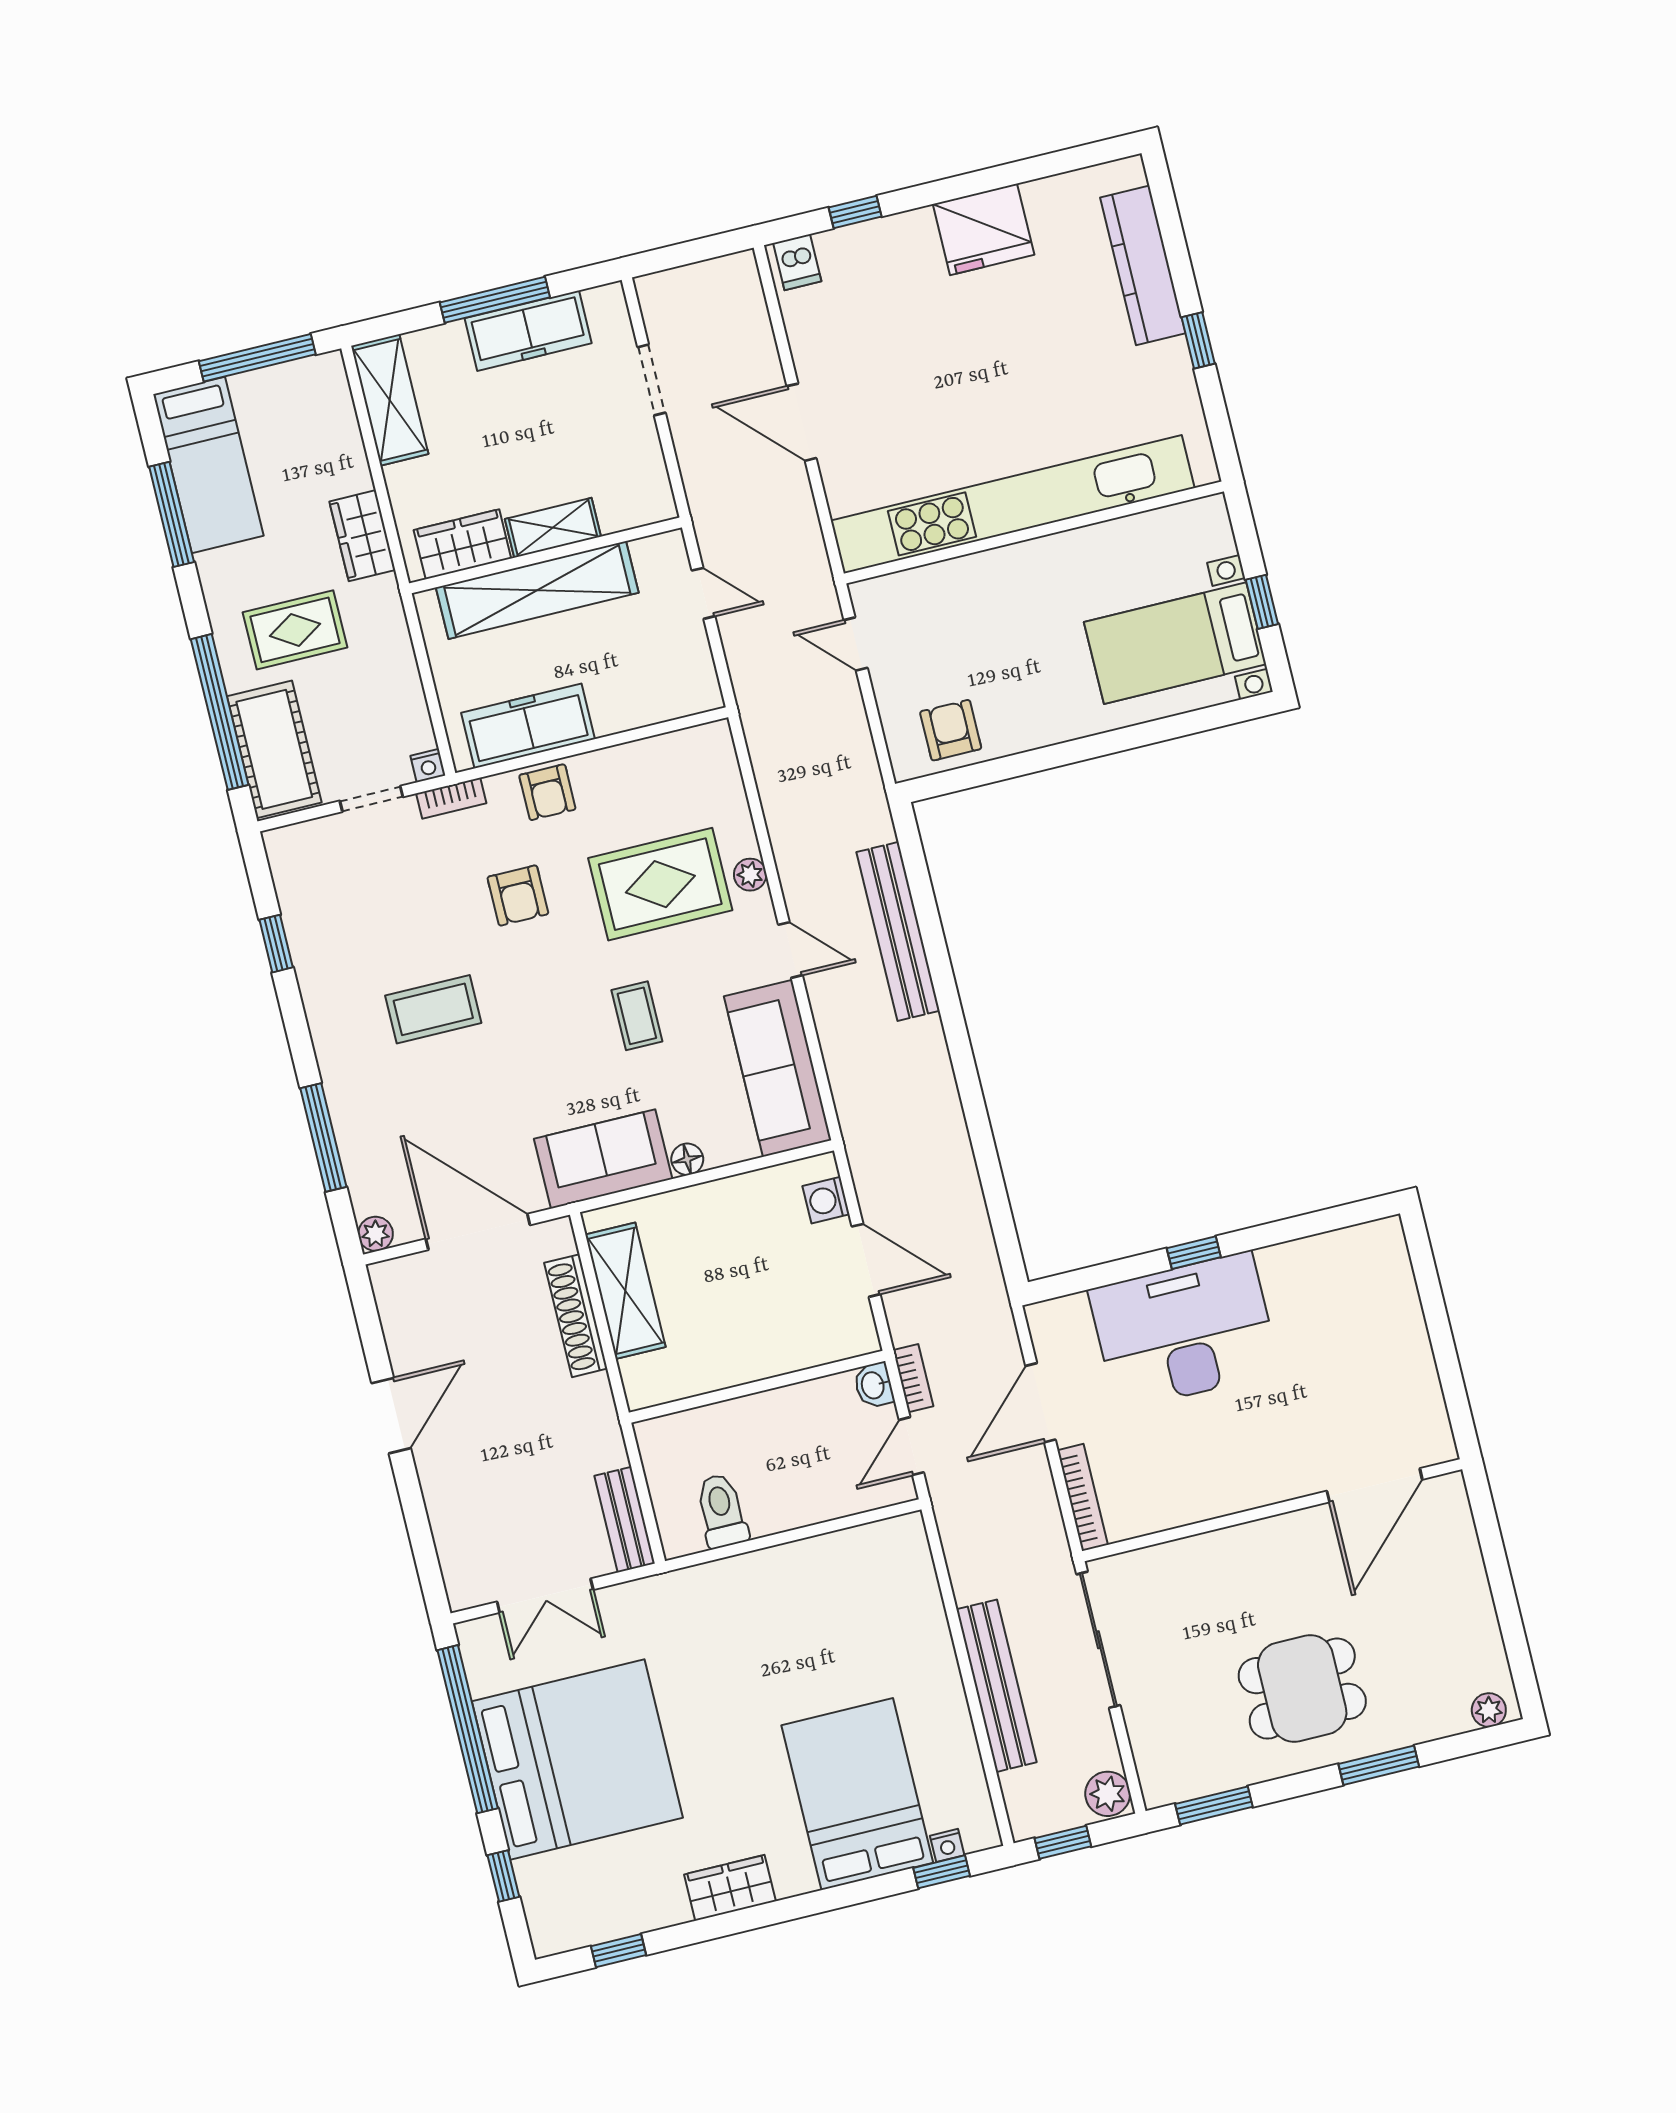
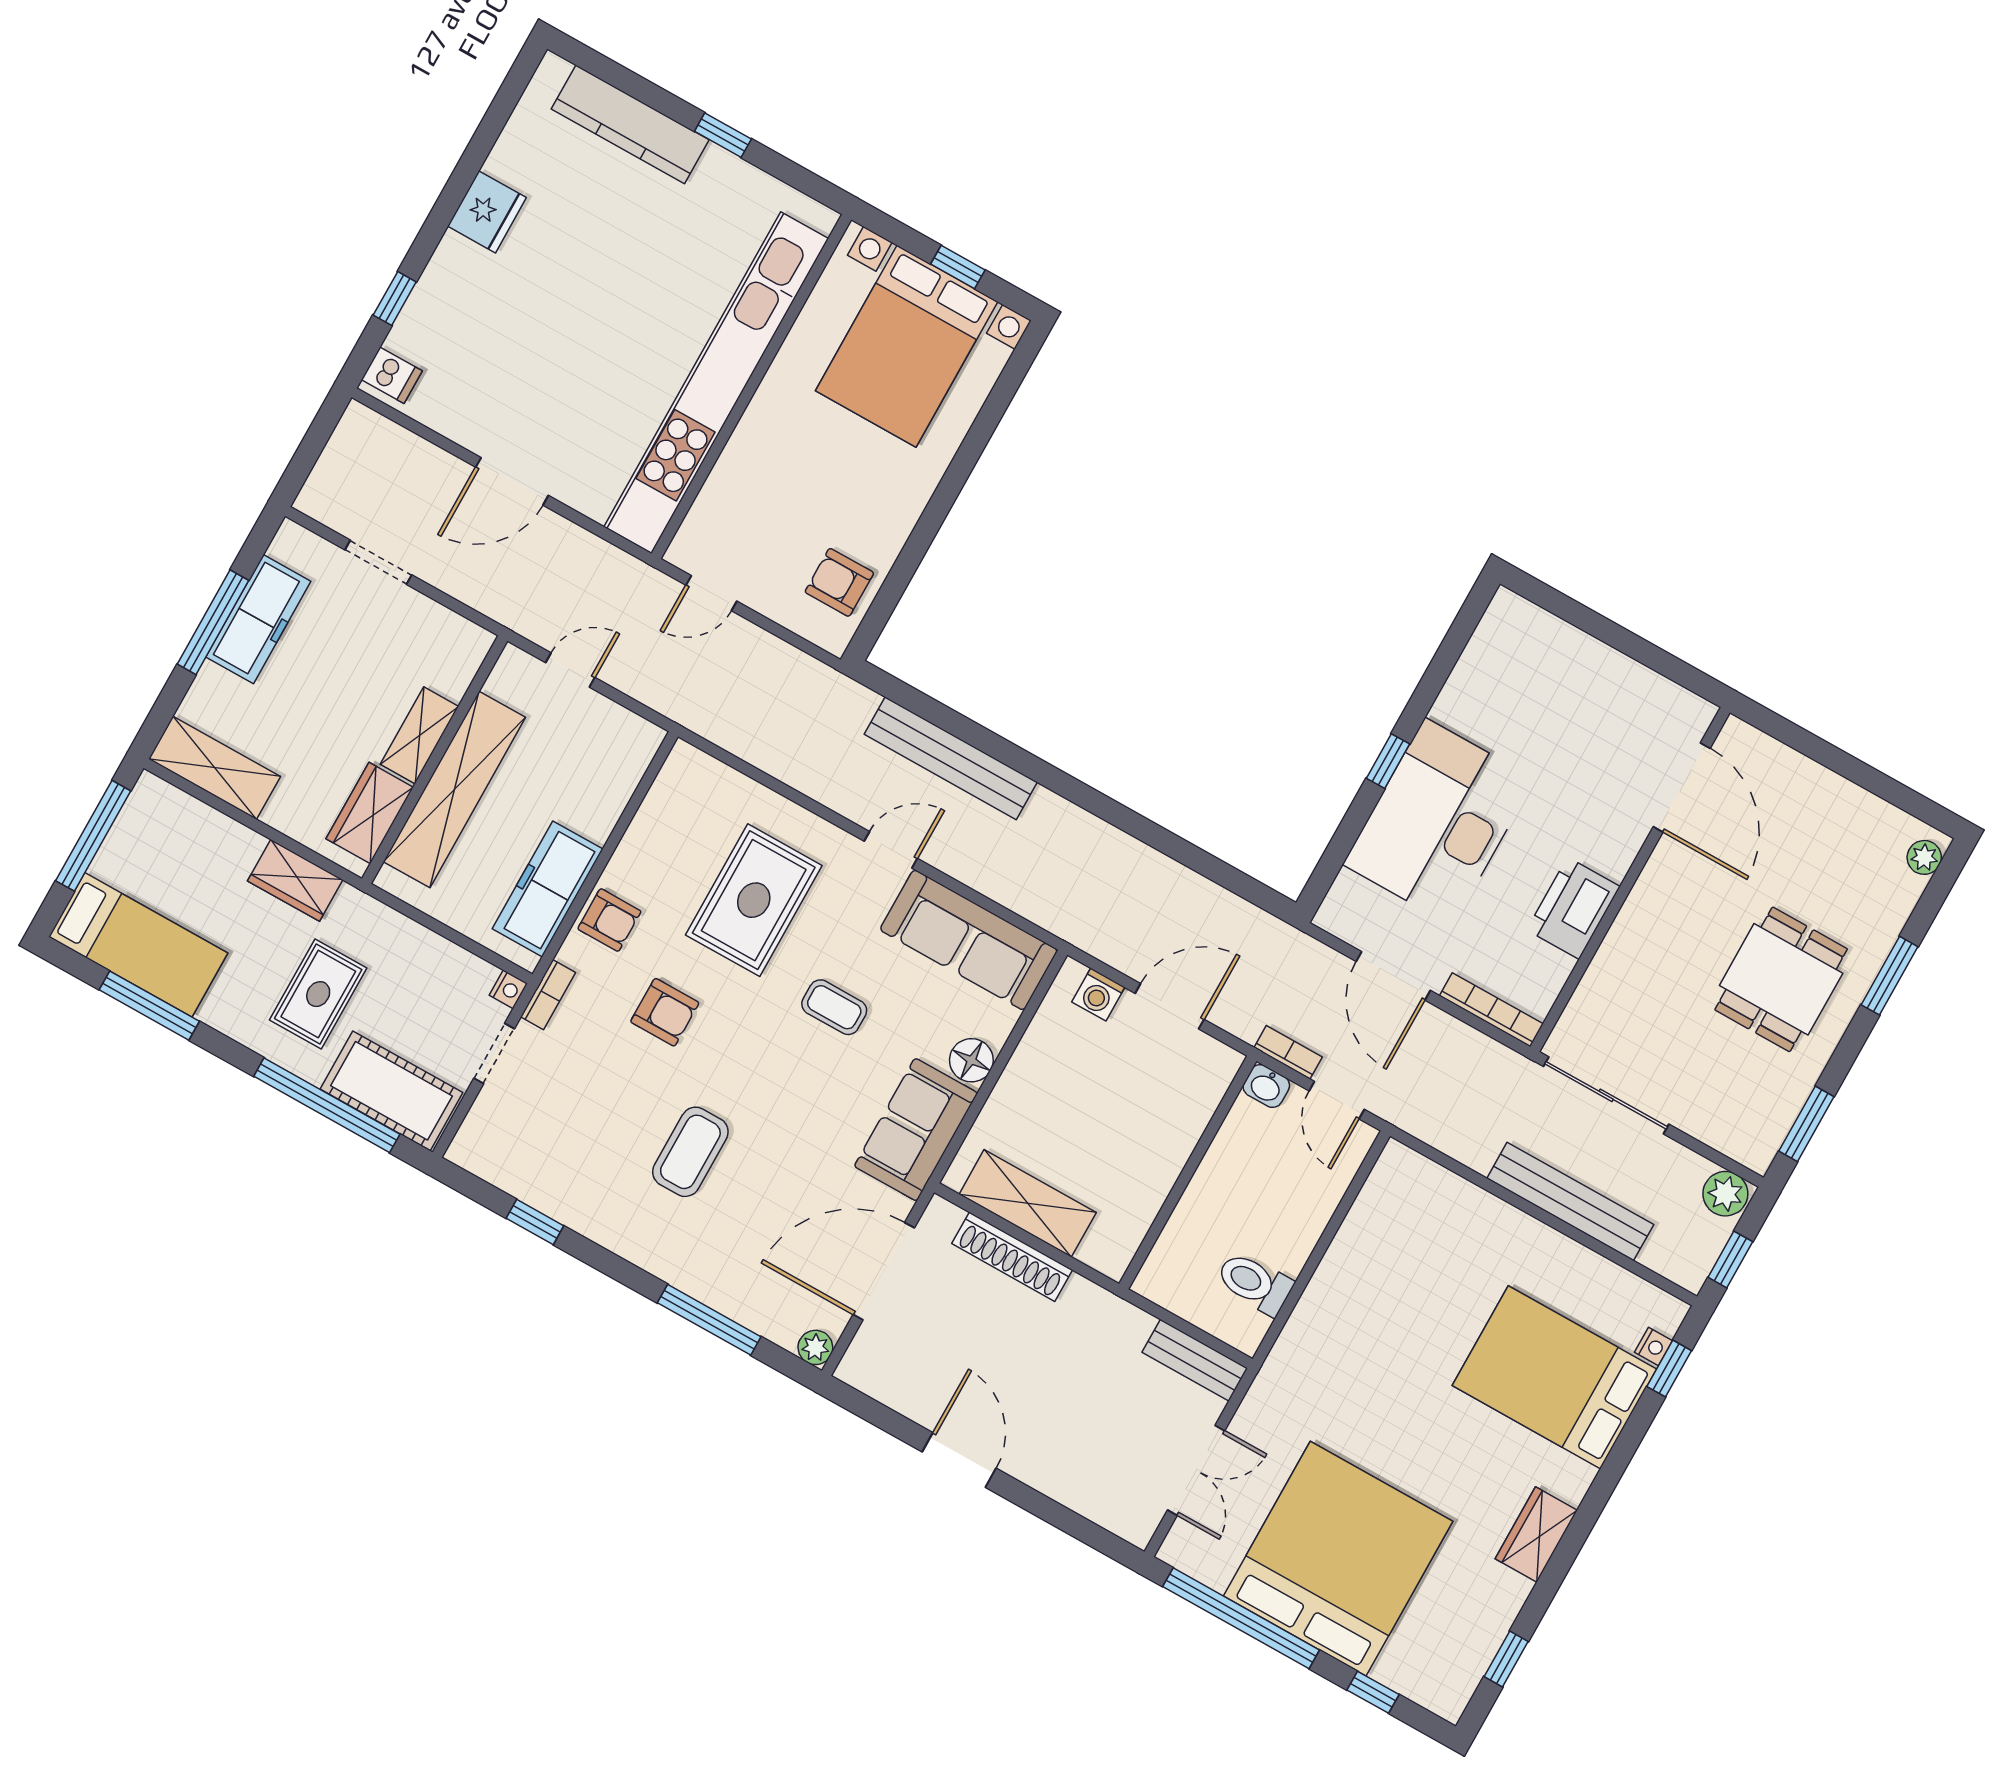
fridge: (984, 229) -> (487, 212), width x0.73, depth x0.75
bed with nightstands: (1175, 643) -> (907, 346), width x1.36
plant: (750, 875) -> (808, 828), removed
floor lamp: (687, 1159) -> (971, 1060), width x1.37, depth x1.37
printer: (1213, 1488) -> (1573, 908), added

